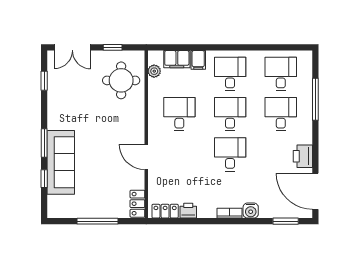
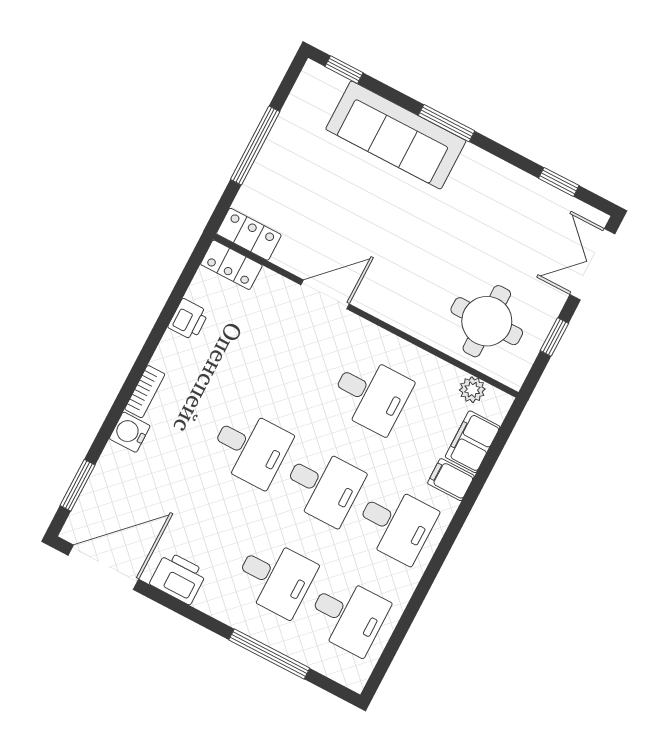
window: (44, 179) -> (344, 70), moved
locker: (165, 211) -> (231, 265), moved, turned 90

